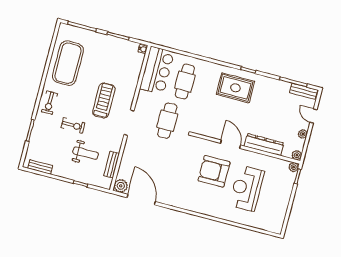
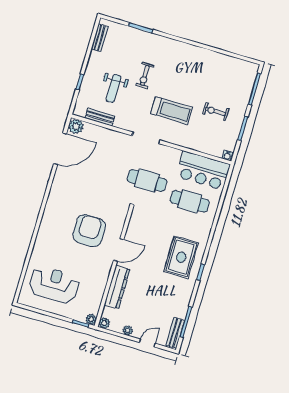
exercise mat: (68, 63) -> (214, 72), removed
exercise bike: (49, 103) -> (216, 111), moved
reception desk: (247, 188) -> (54, 285), moved

